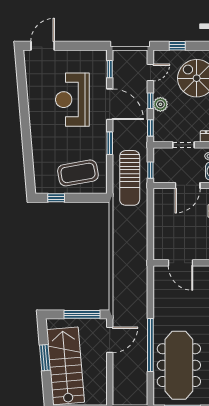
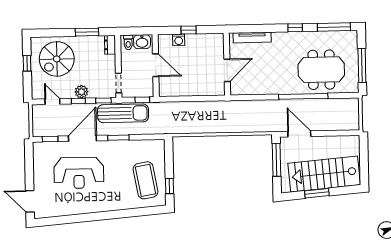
window: (177, 46) -> (27, 63), moved
doorway: (184, 145) -> (119, 83), moved
coffee table: (78, 173) -> (145, 180), moved
sun lounger: (130, 178) -> (123, 113), moved
meeting table: (179, 365) -> (321, 70), width x0.73

